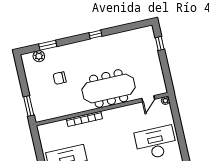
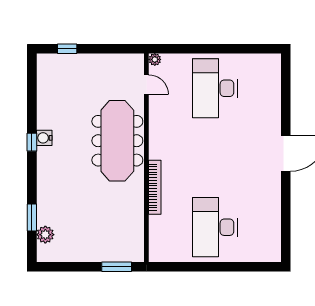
water cooler: (100, 42) -> (44, 138), added
chair: (60, 78) -> (85, 211), removed

